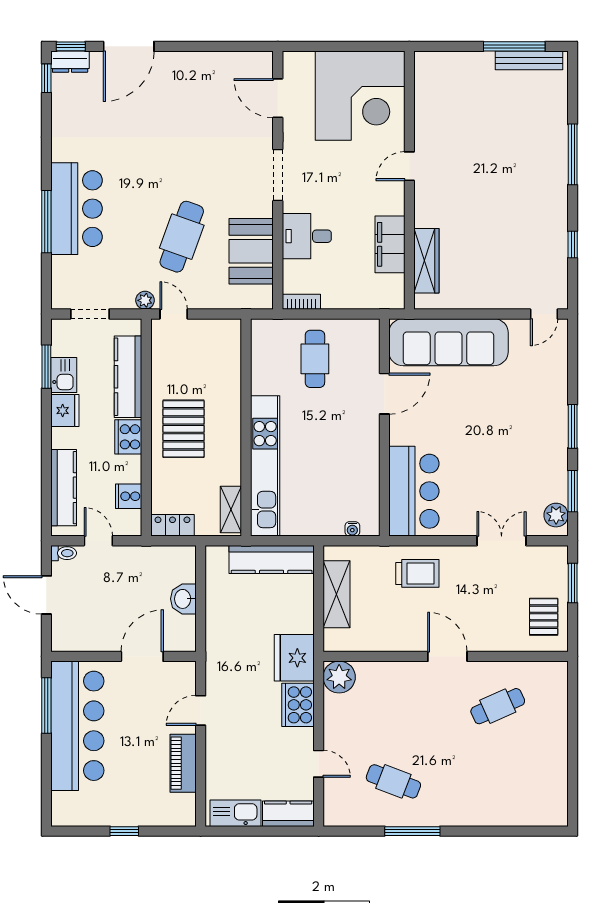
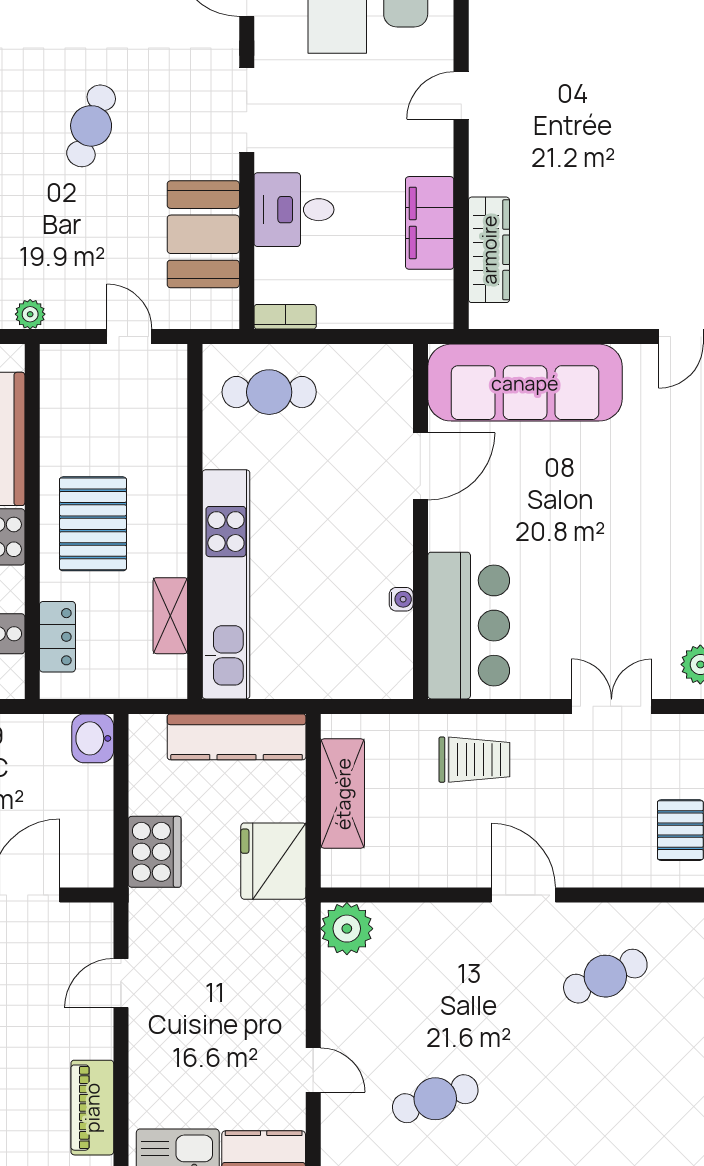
cafe table: (182, 237) -> (91, 126), moved, width x0.73, depth x0.74
door: (174, 314) -> (129, 337), moved
cafe table: (315, 359) -> (269, 392), moved, turned 90
shelving: (231, 510) -> (170, 616), moved
locker: (172, 525) -> (57, 637), moved, turned 90
water cooler: (352, 529) -> (401, 599), moved, turned -90
washbasin: (183, 599) -> (93, 738), moved
fridge: (294, 658) -> (273, 861), moved
cooker: (298, 705) -> (155, 852), moved, turned 180
piano: (183, 763) -> (92, 1108), moved
cafe table: (393, 781) -> (435, 1099), turned -39

